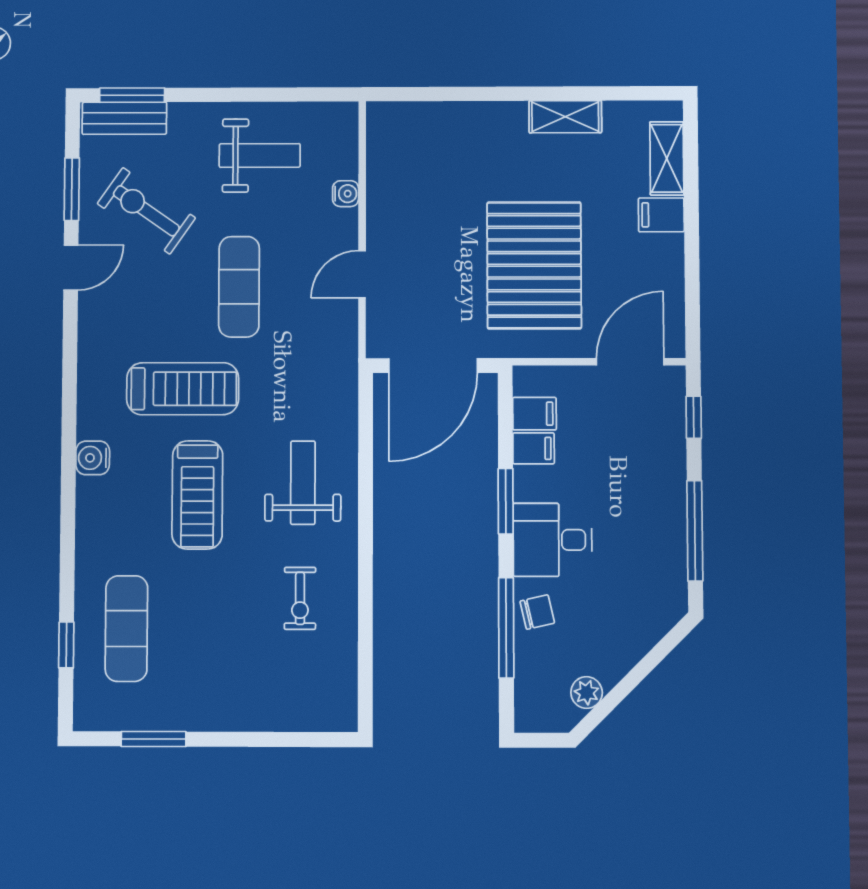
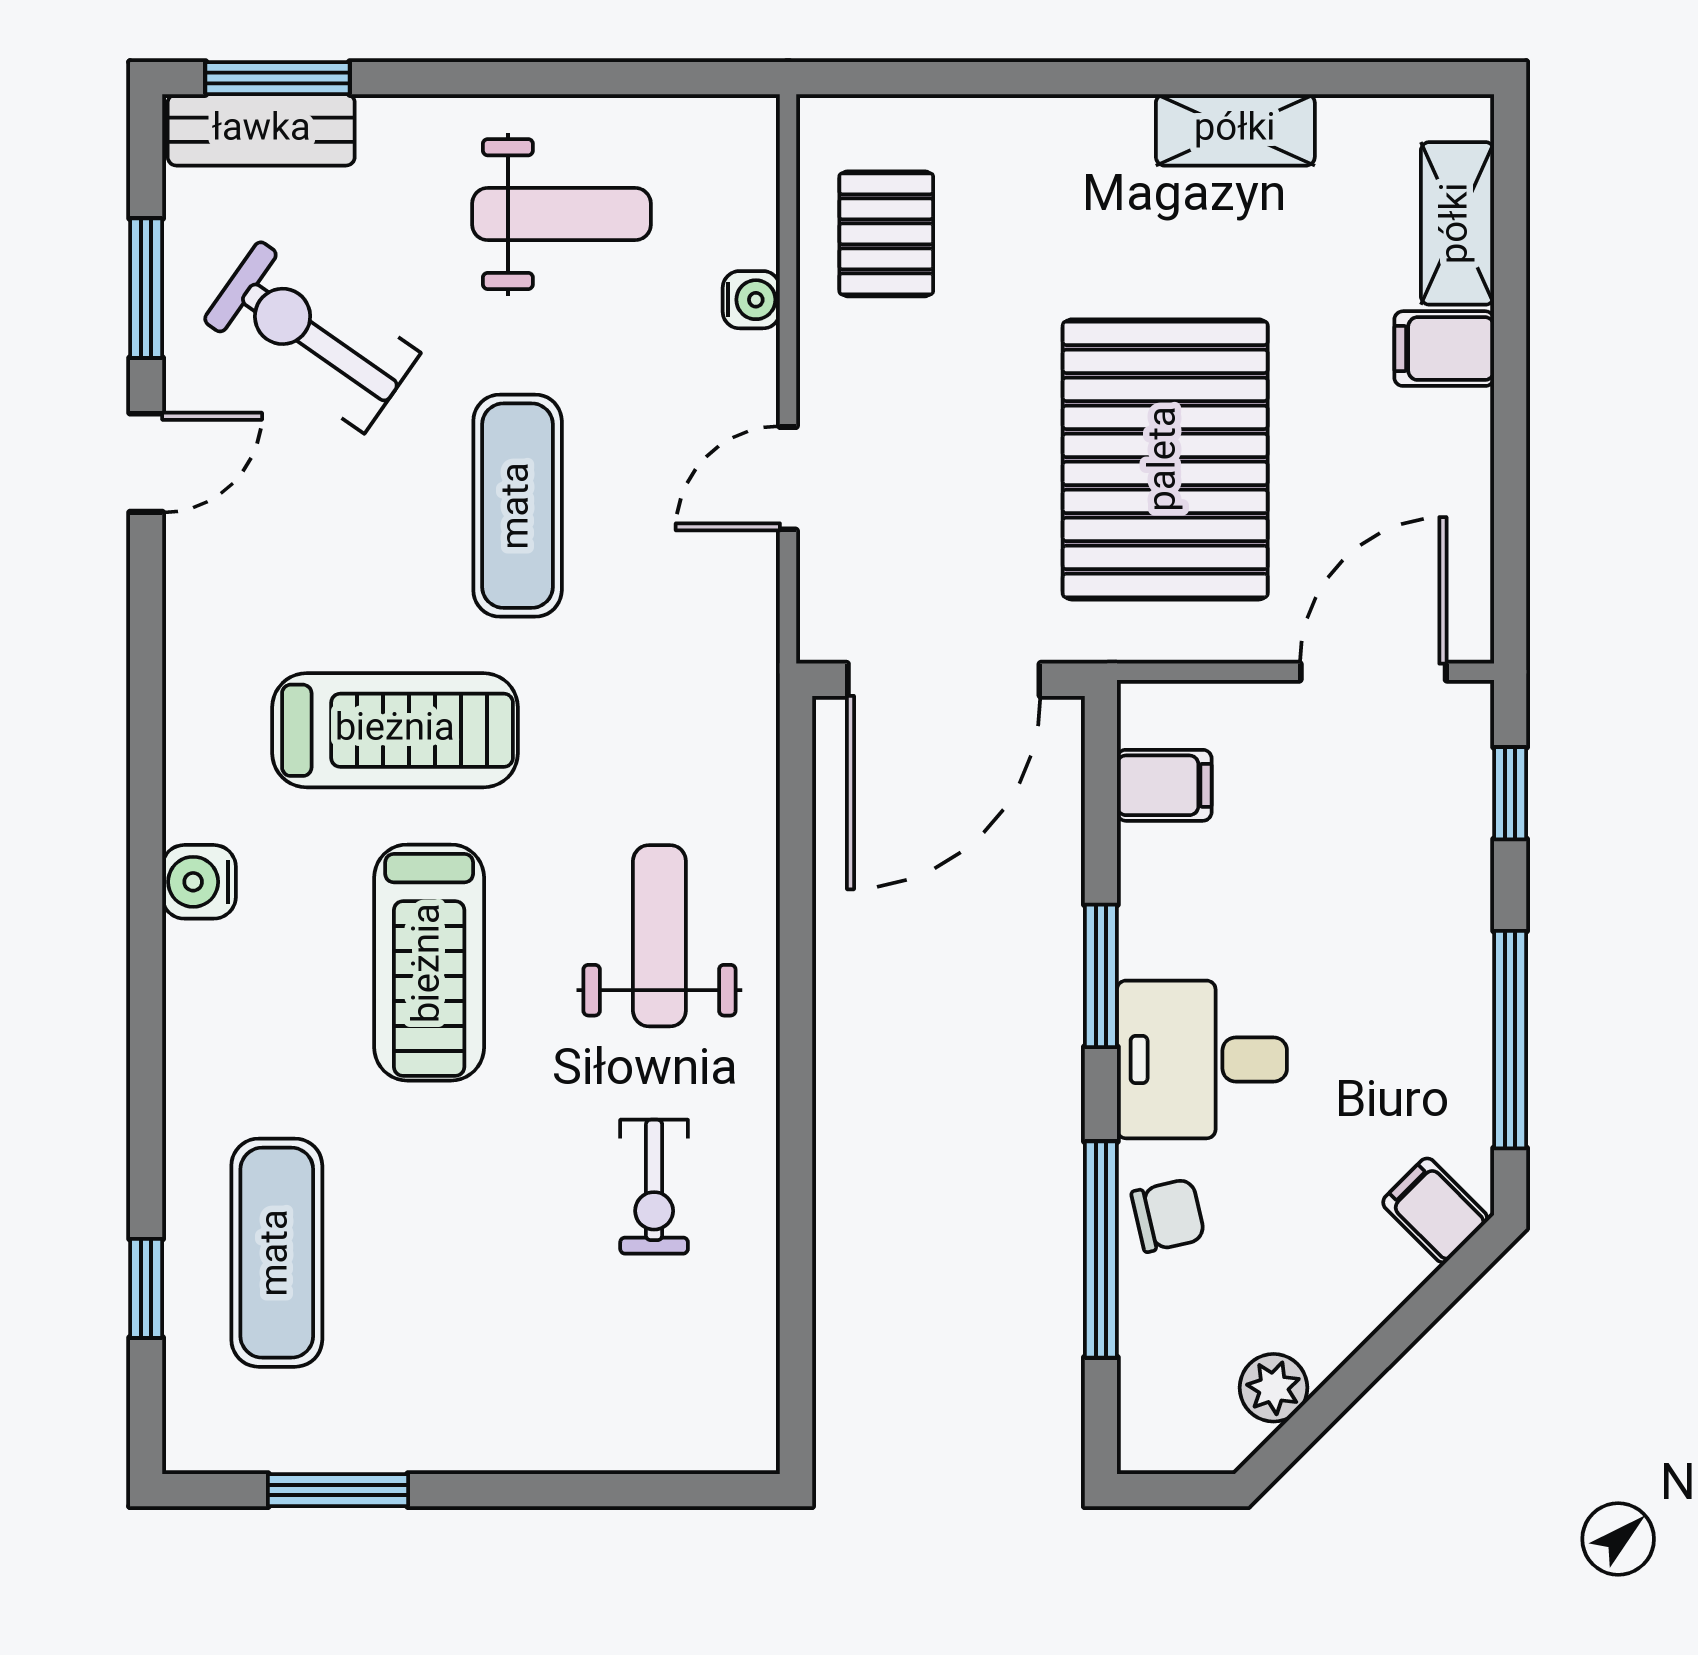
pallet: (407, 164) -> (886, 234), added
filing cabinet: (534, 448) -> (1435, 1210), moved, turned -135

